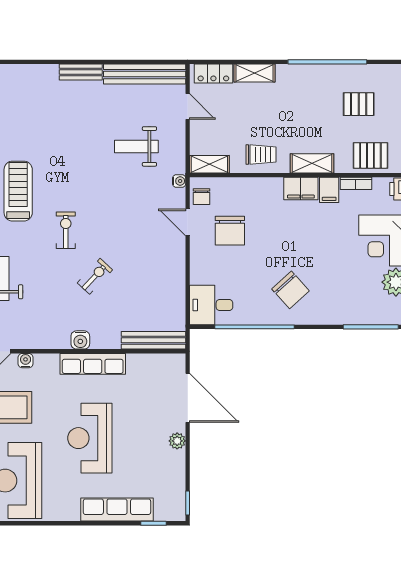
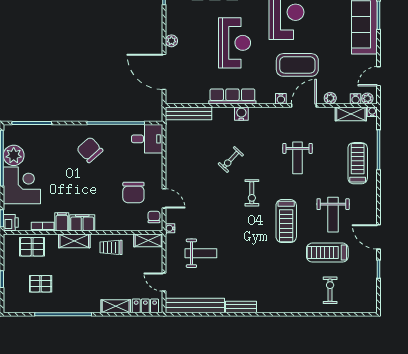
chair: (230, 231) -> (133, 192), turned 180

